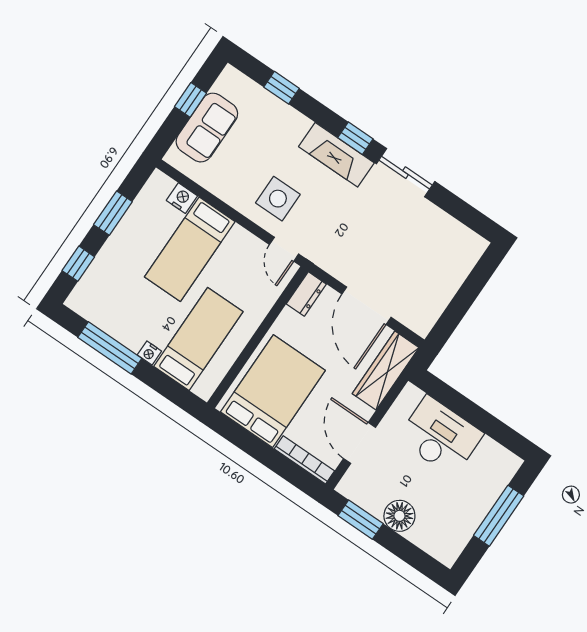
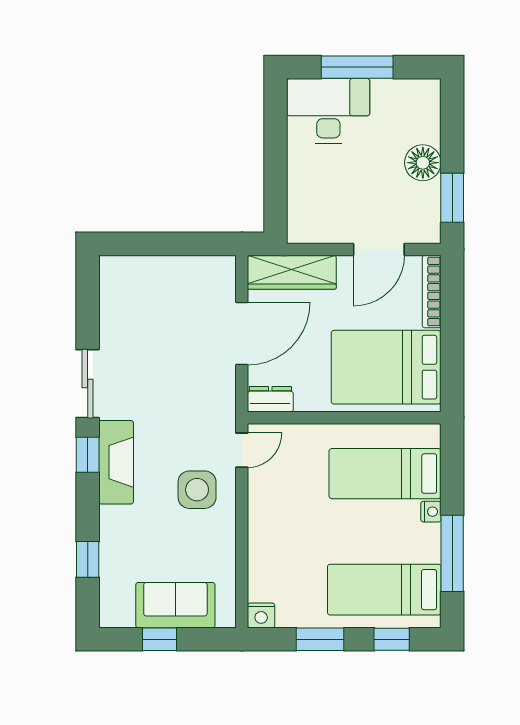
nightstand: (182, 198) -> (261, 615), moved, turned -90
bed: (190, 249) -> (384, 590), moved, turned 180
desk: (440, 436) -> (328, 111), moved, turned 90

